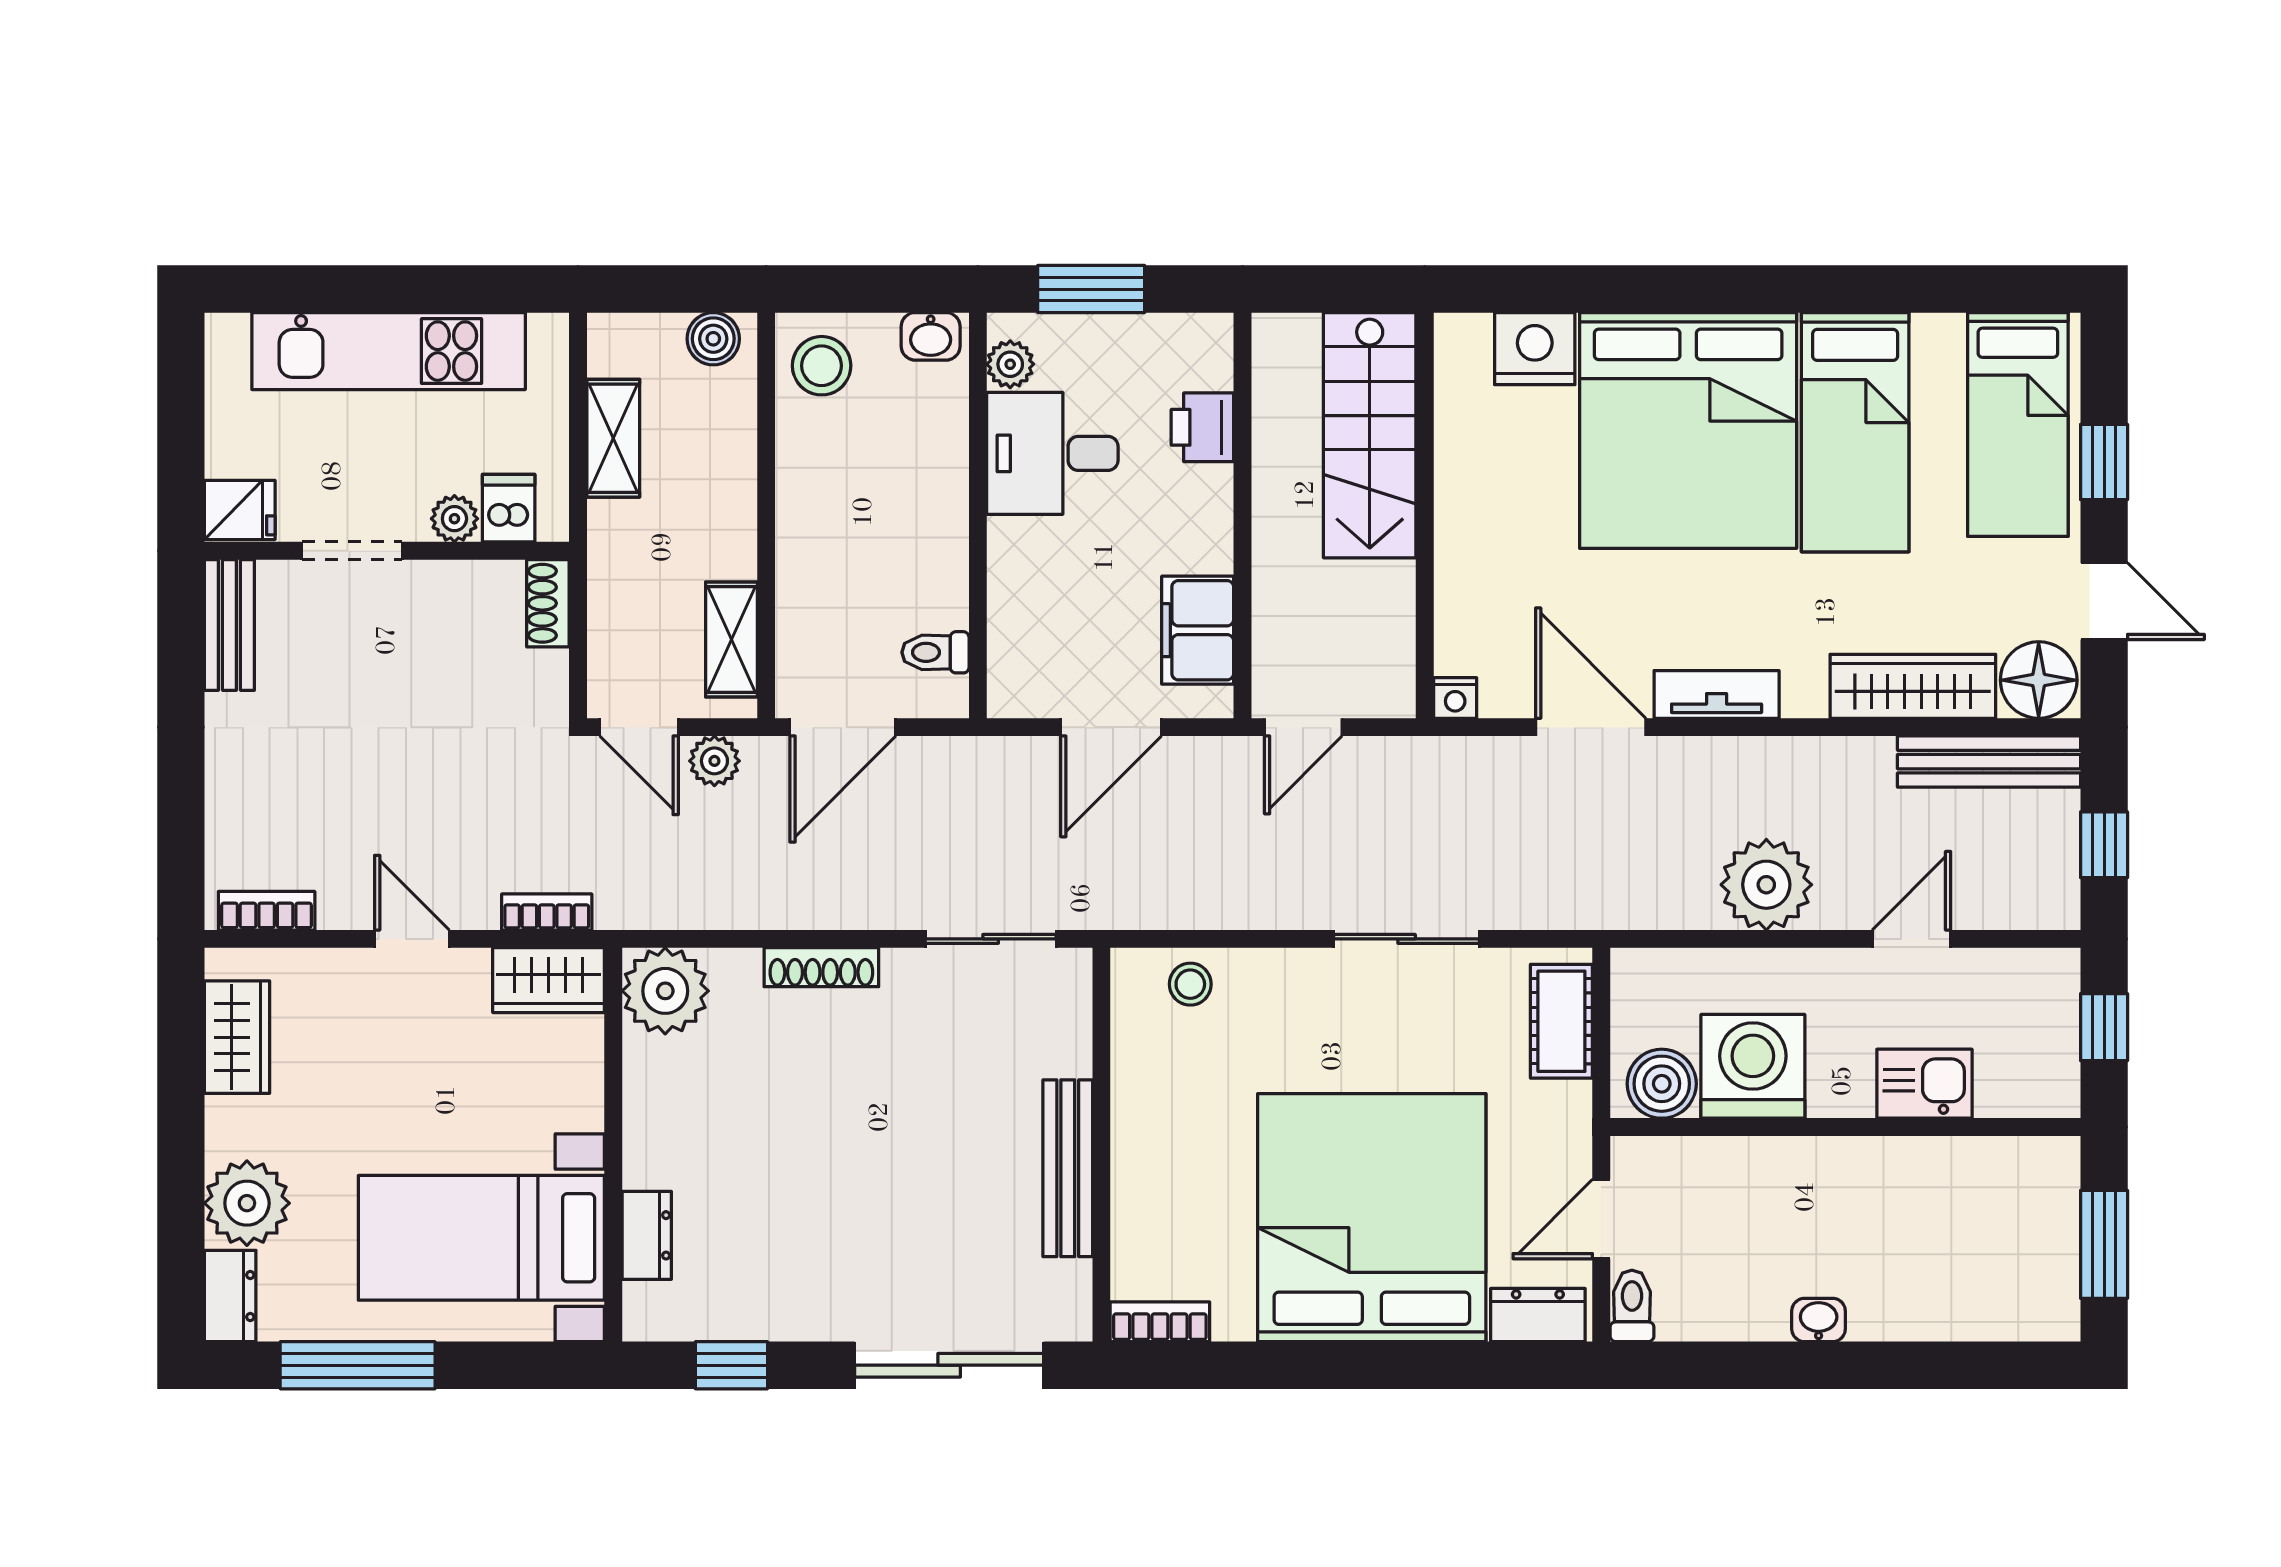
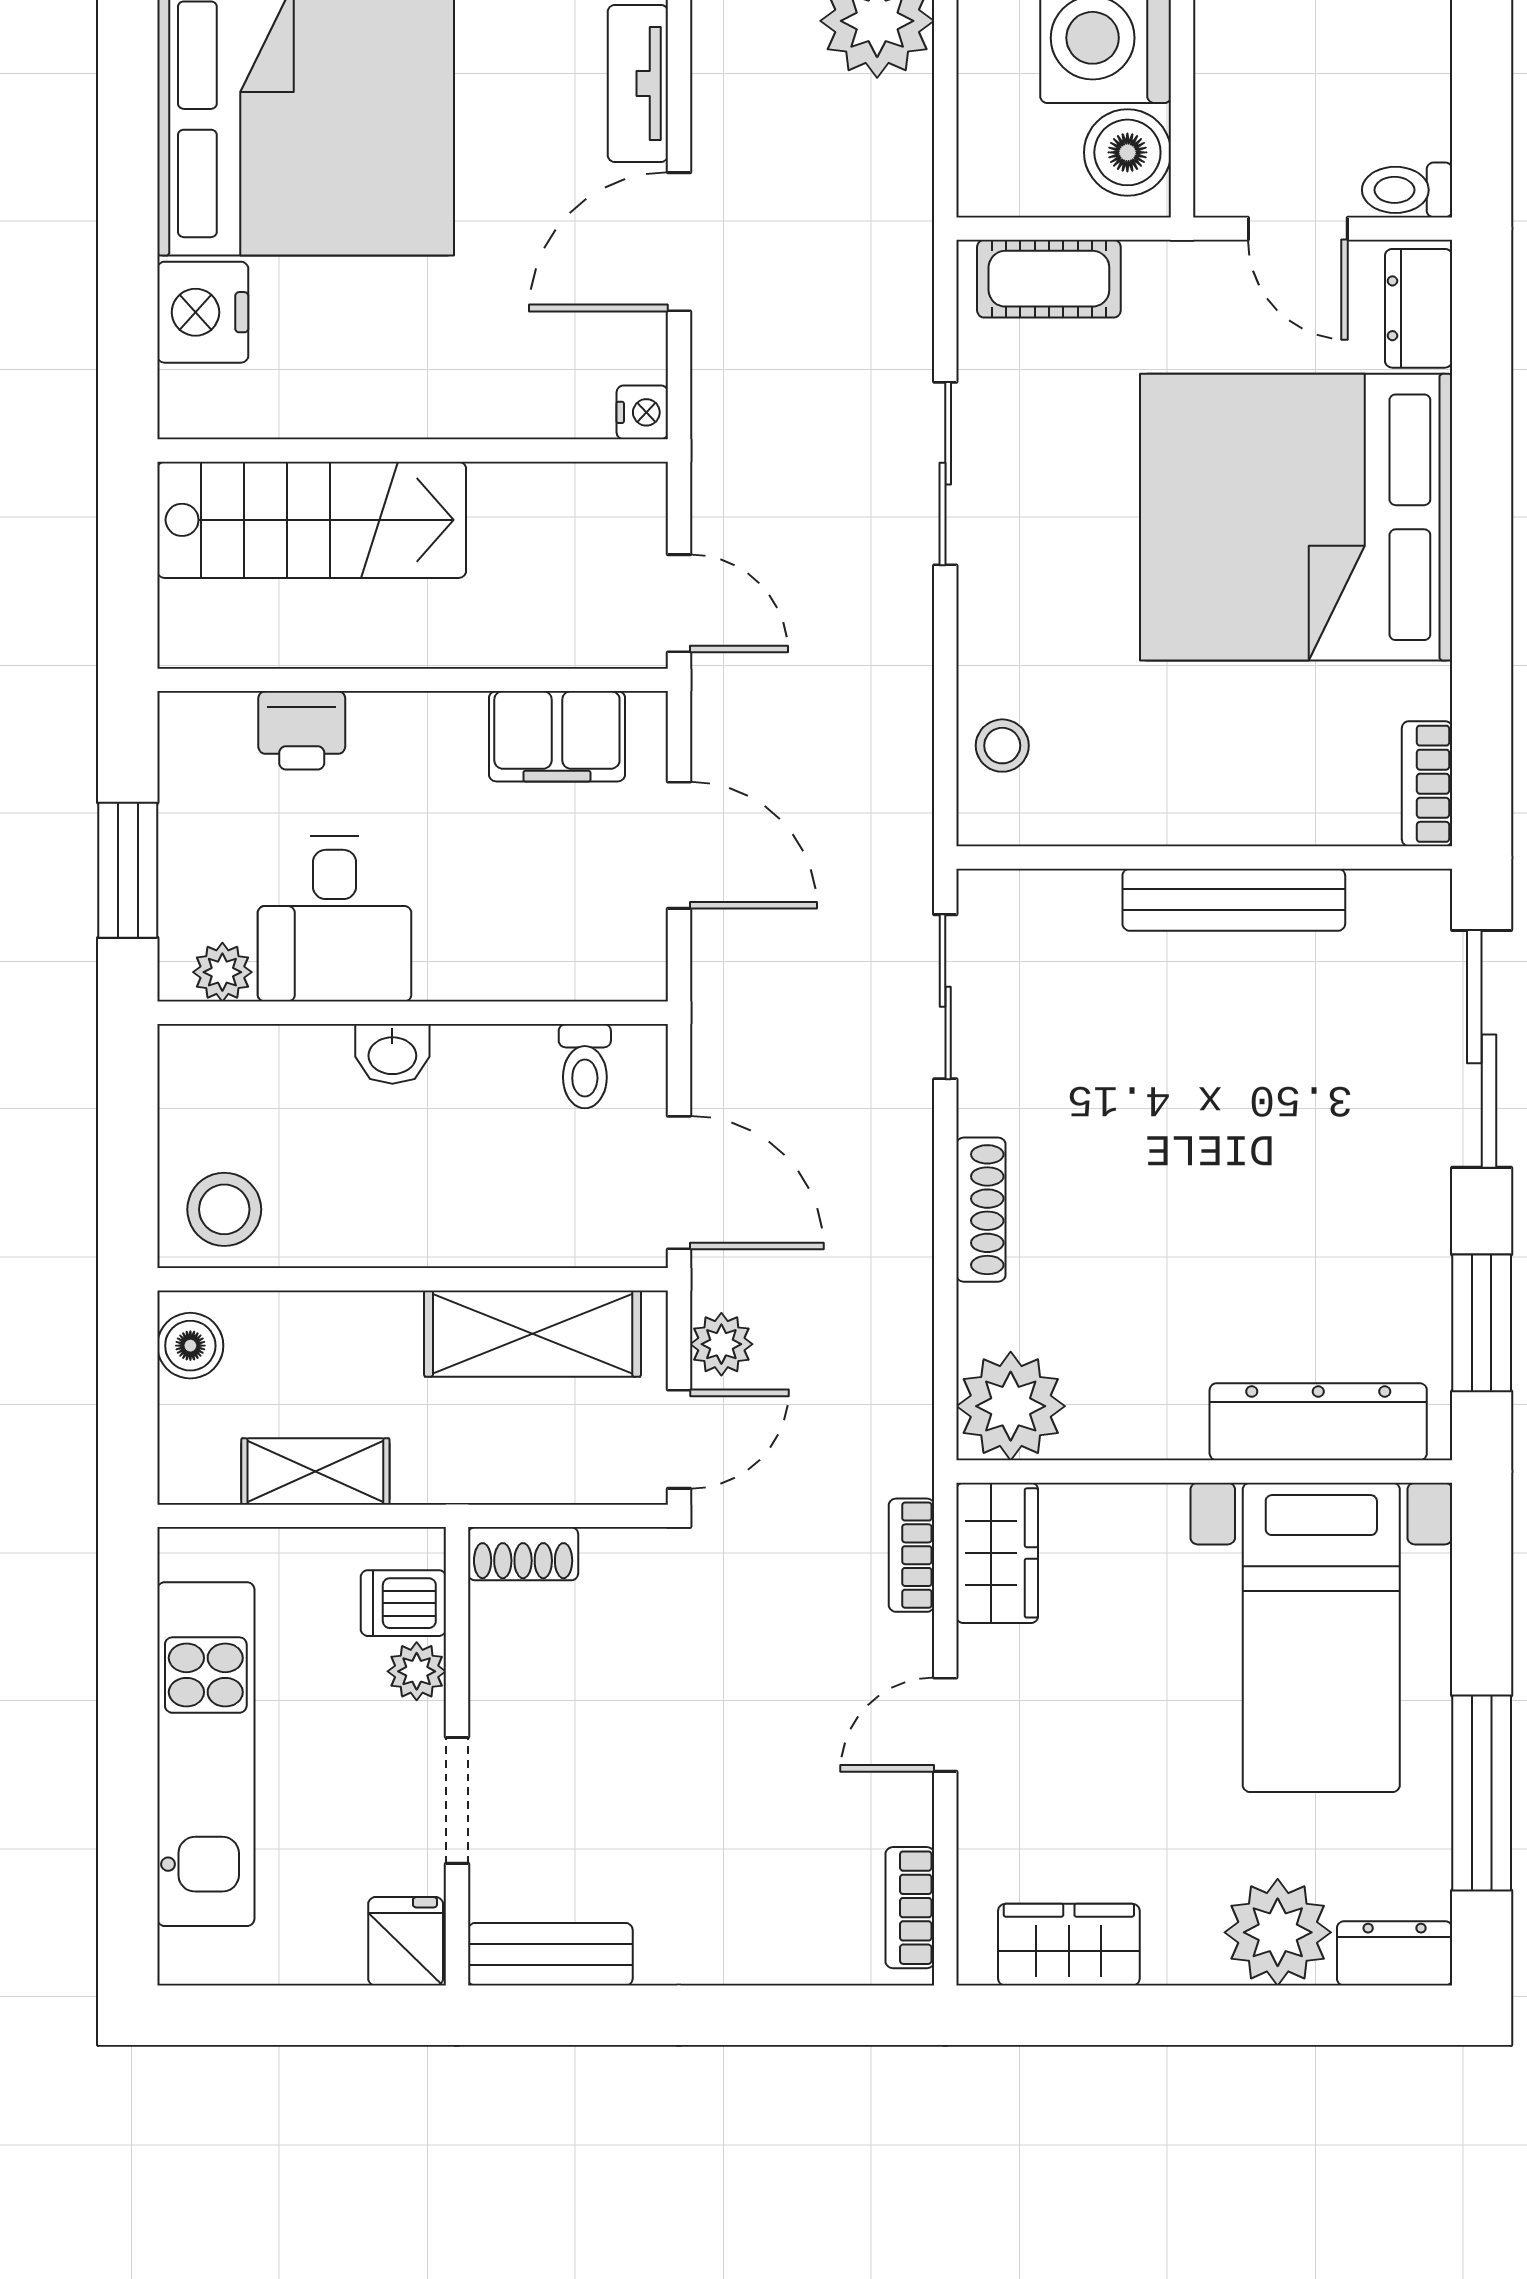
washbasin: (931, 336) -> (392, 1054), moved, turned 90
shelving: (731, 640) -> (533, 1334), width x1.50, depth x1.33
dresser: (647, 1235) -> (1318, 1422), width x1.96, depth x1.24
window: (731, 1365) -> (1482, 1323), width x1.50

